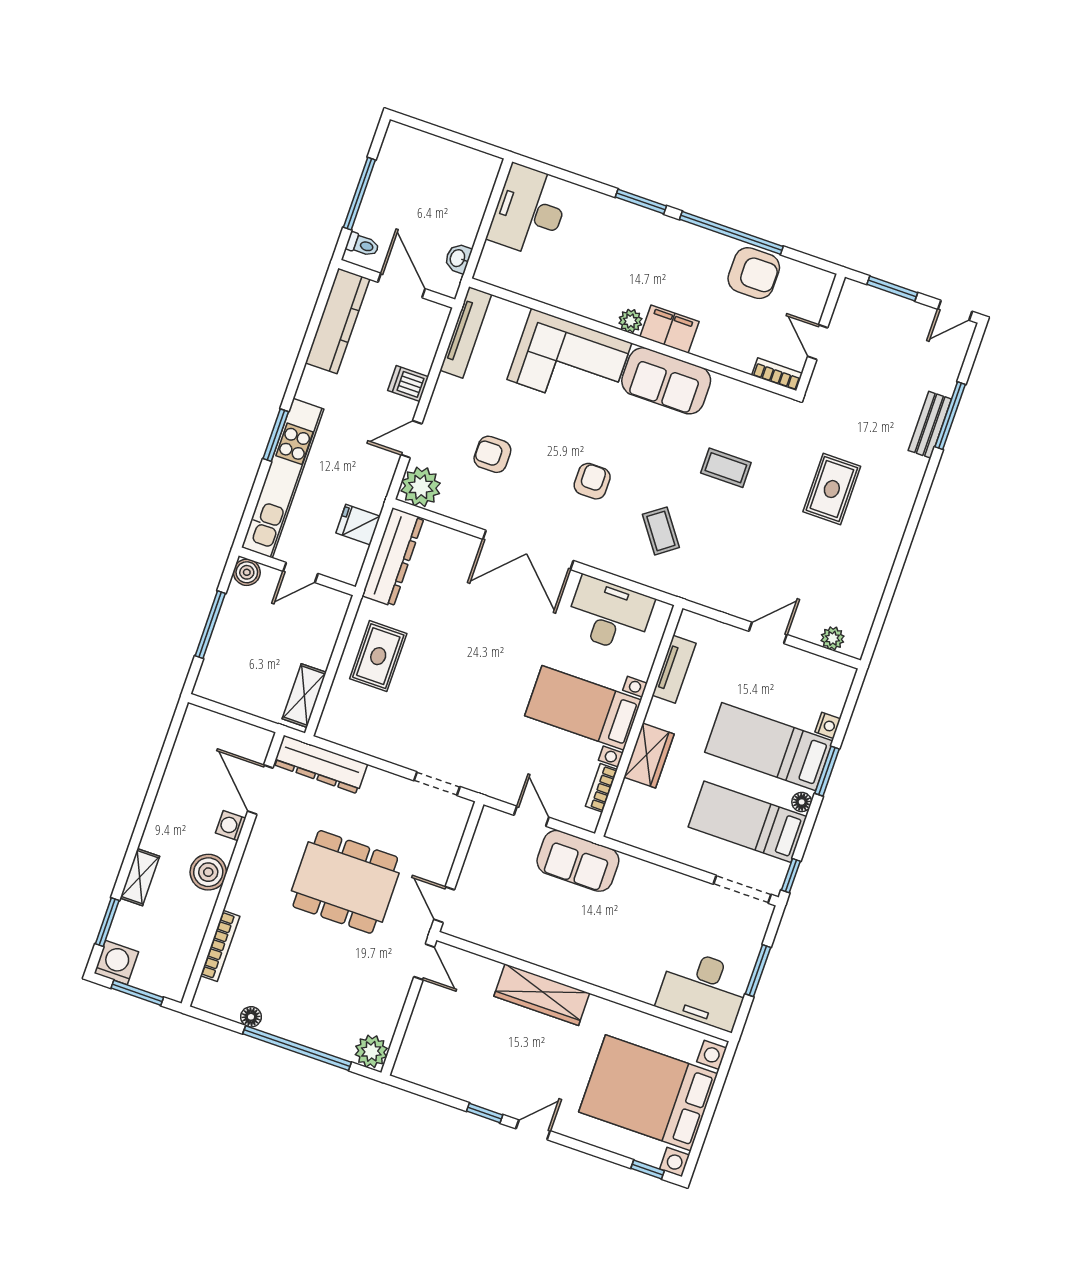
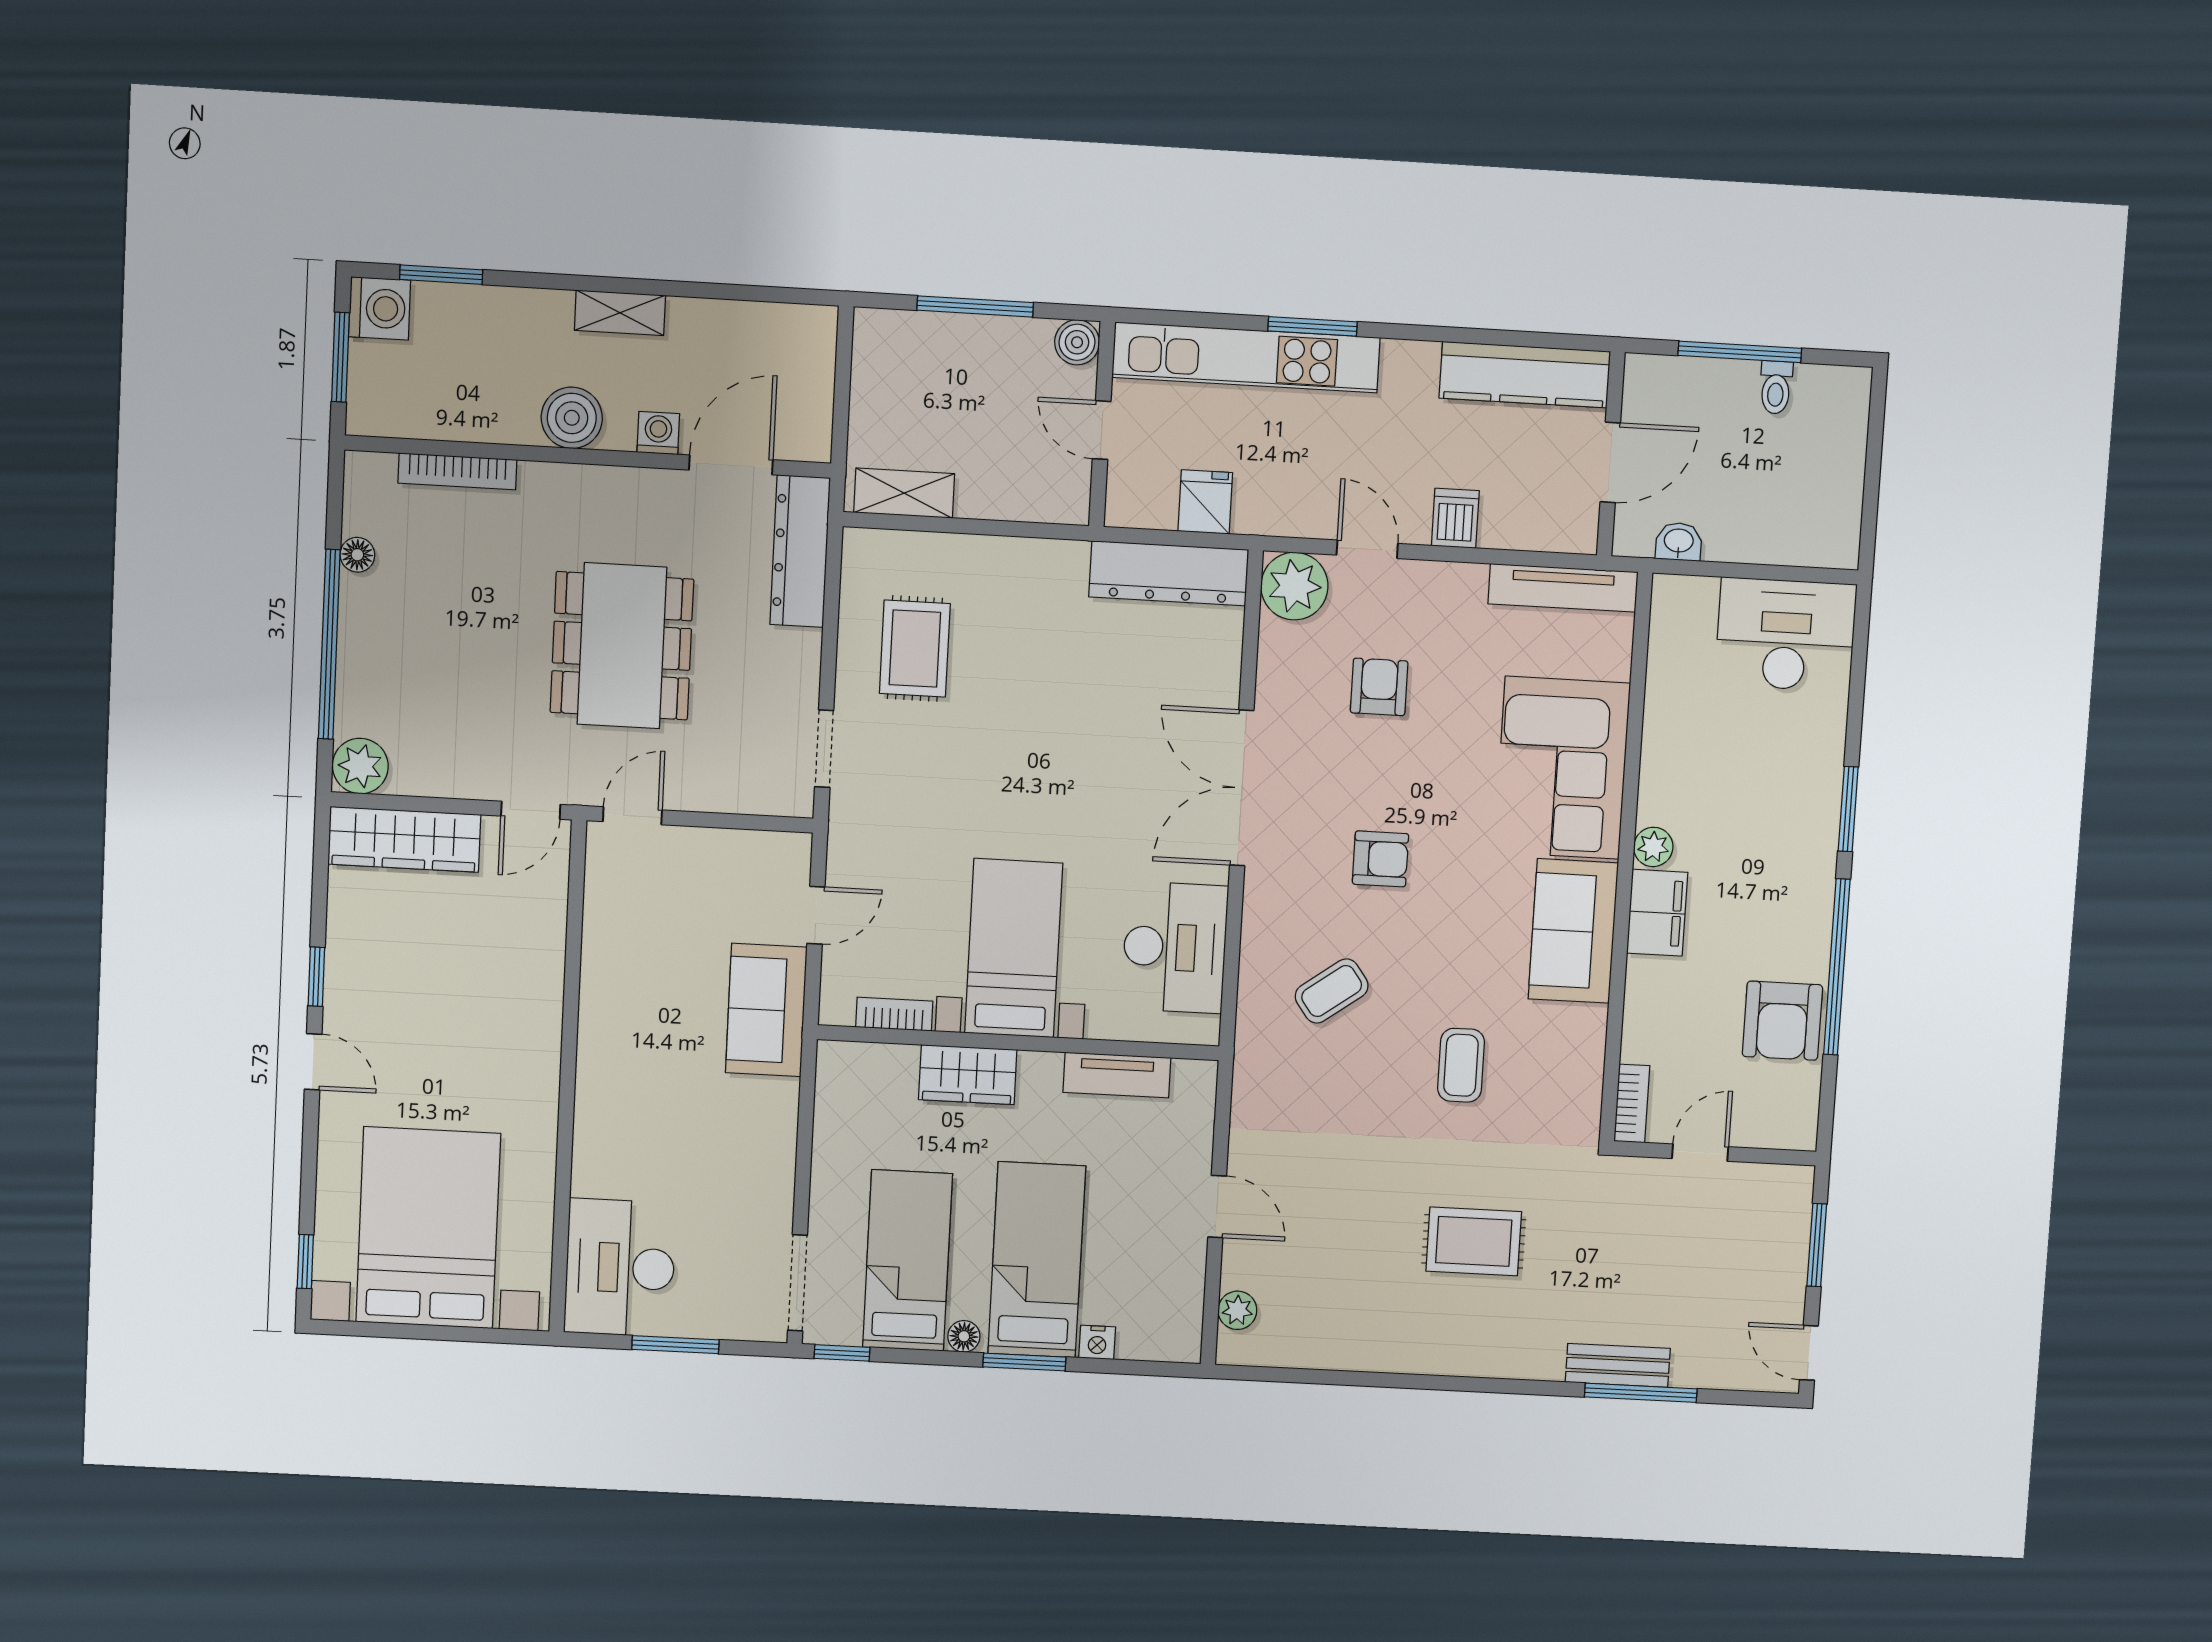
toilet: (363, 245) -> (1776, 387), moved
rug: (378, 656) -> (915, 649), moved, turned 90
shelving: (140, 877) -> (620, 313), moved
wardrobe: (542, 995) -> (404, 839), moved, turned -90

